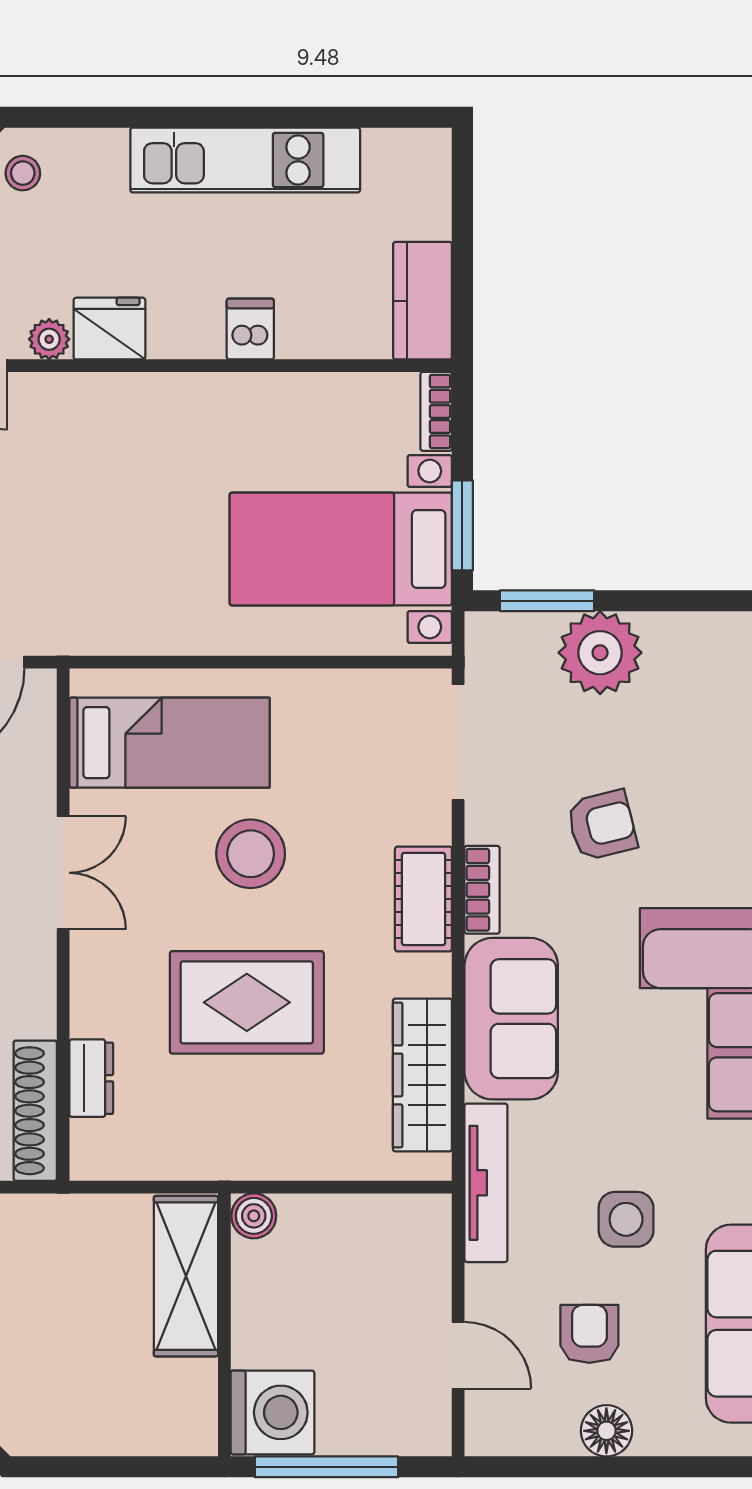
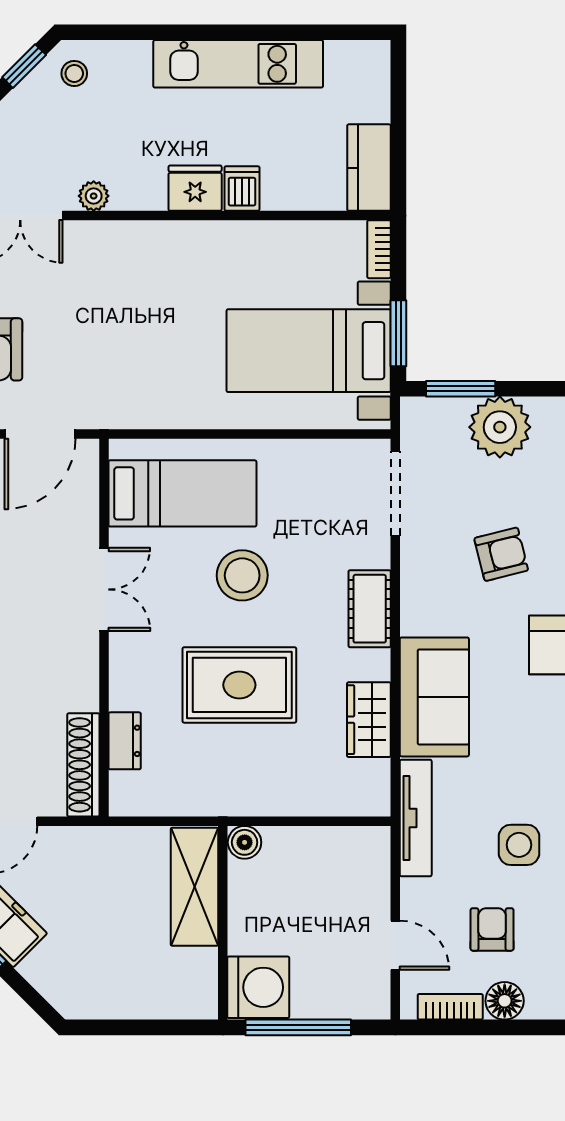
fridge: (109, 329) -> (195, 188), moved
bookcase: (482, 890) -> (450, 1007), moved, turned -90
wardrobe: (422, 1075) -> (369, 720), width x0.67

